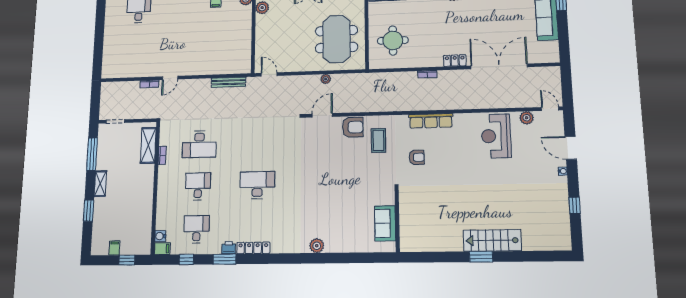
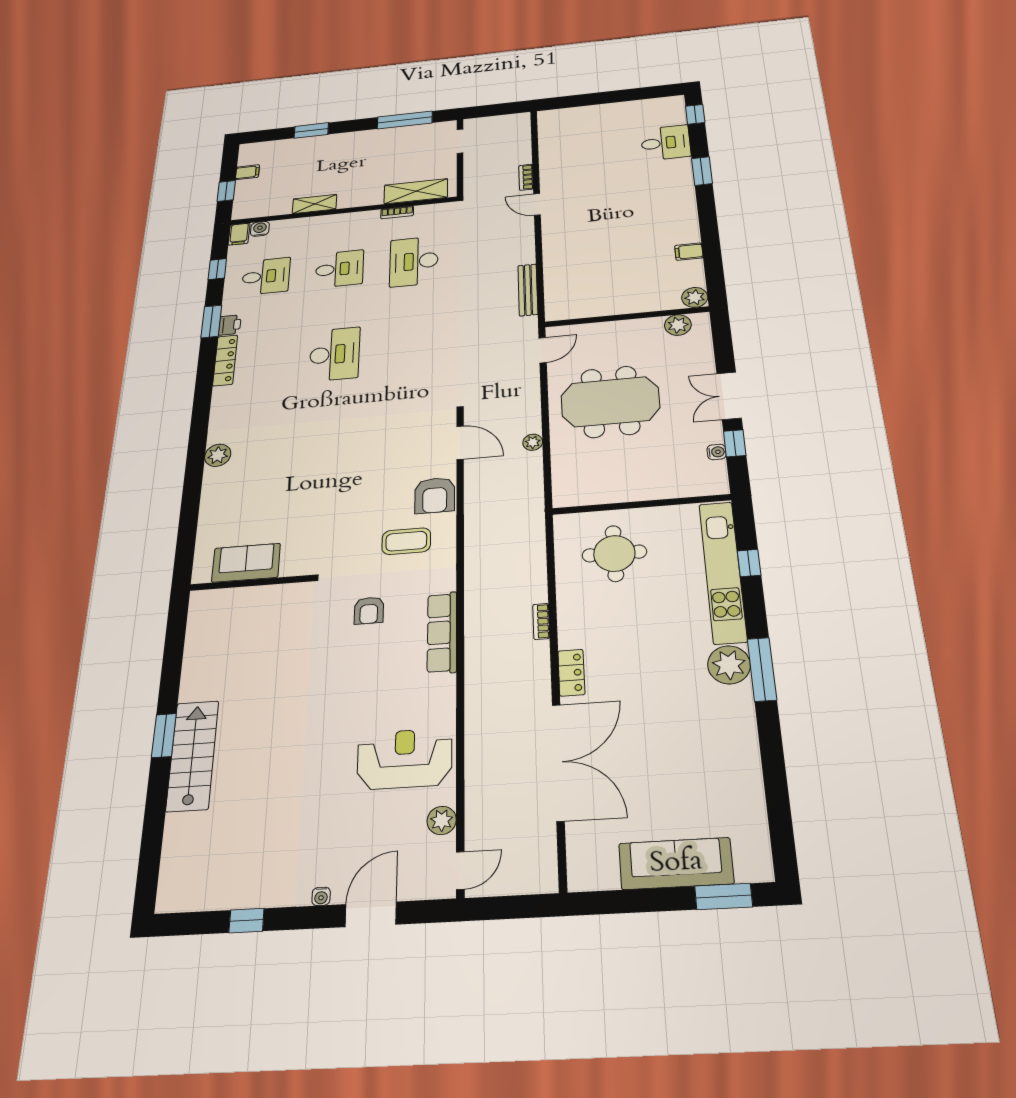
meeting table: (337, 39) -> (610, 402), moved
shelving: (100, 184) -> (315, 204), moved

